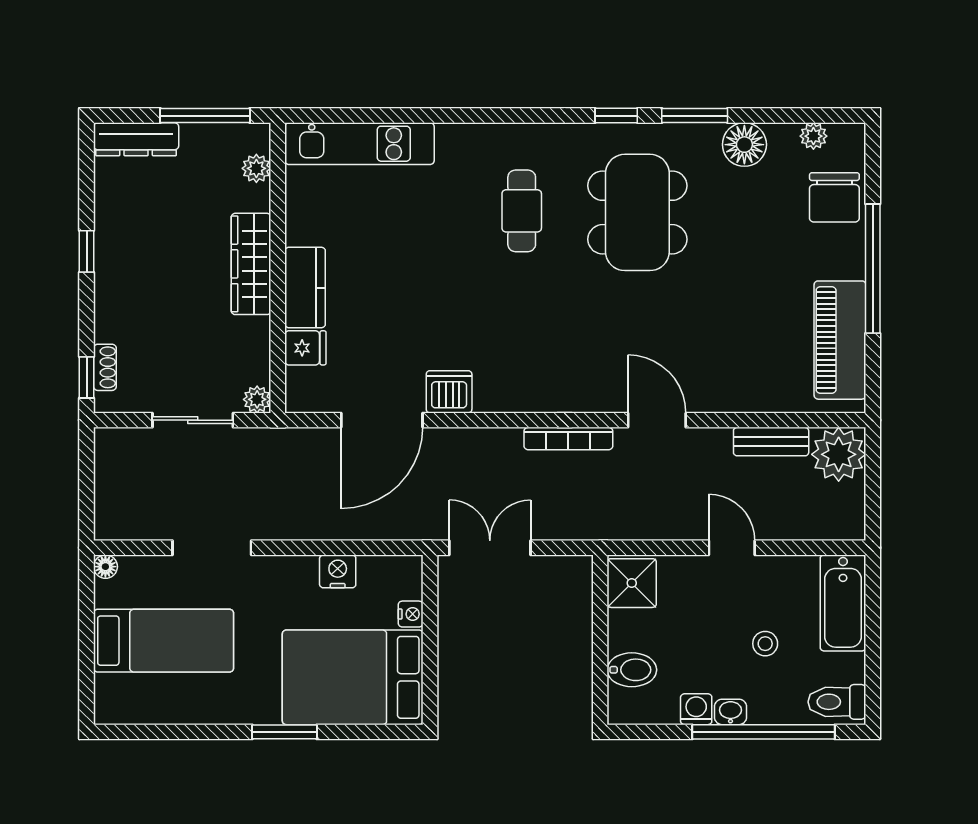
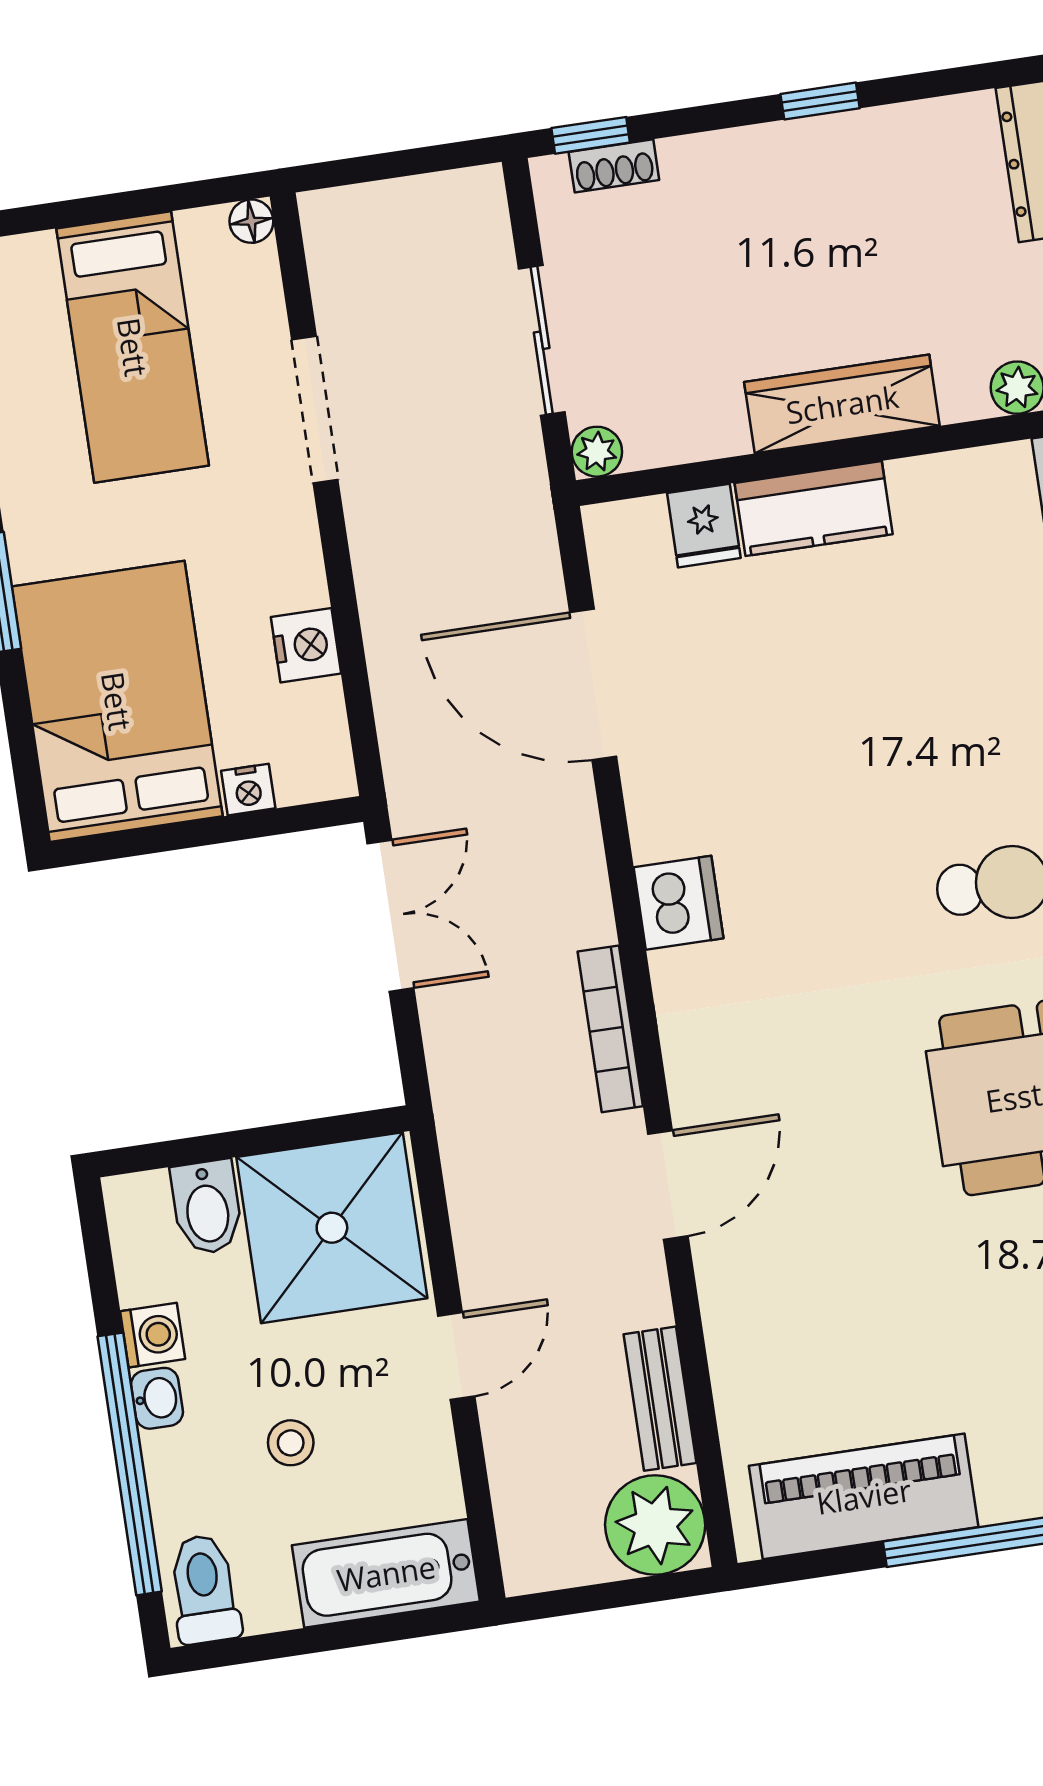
dishwasher: (449, 392) -> (679, 903), moved
shower: (632, 583) -> (332, 1228), width x1.86, depth x1.86

